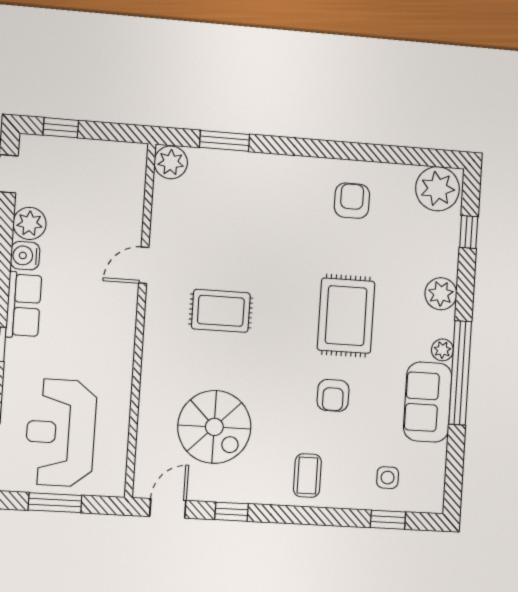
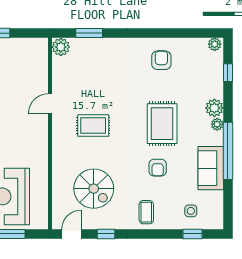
plant: (438, 189) -> (215, 44), width x0.53, depth x0.53
plant: (442, 350) -> (217, 124), moved

